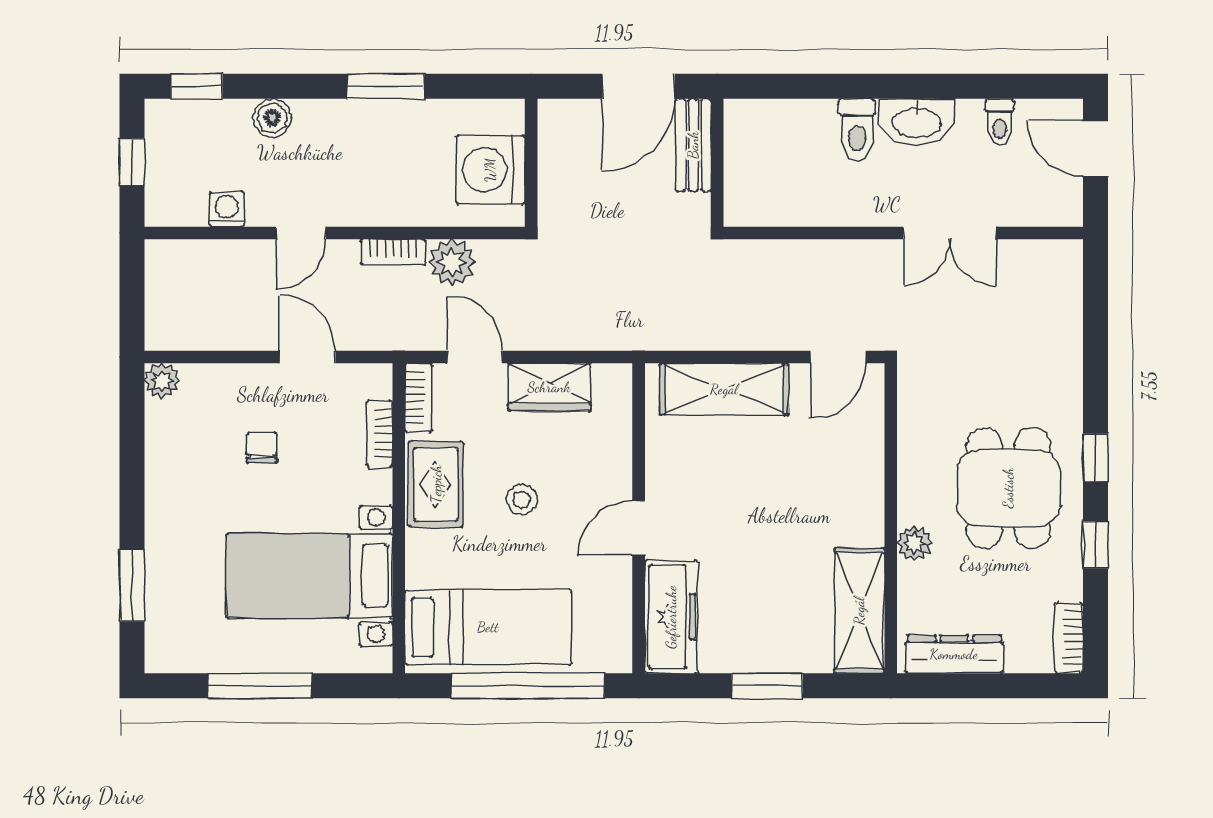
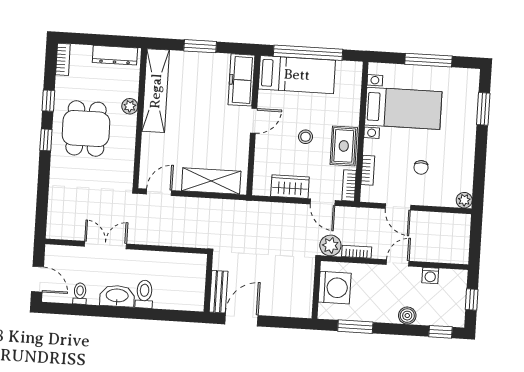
wall: (531, 163) -> (316, 290), moved
washing machine: (490, 170) -> (335, 288), moved
shelving: (859, 611) -> (156, 91), width x1.47
bed: (488, 627) -> (297, 75), moved, turned 180

